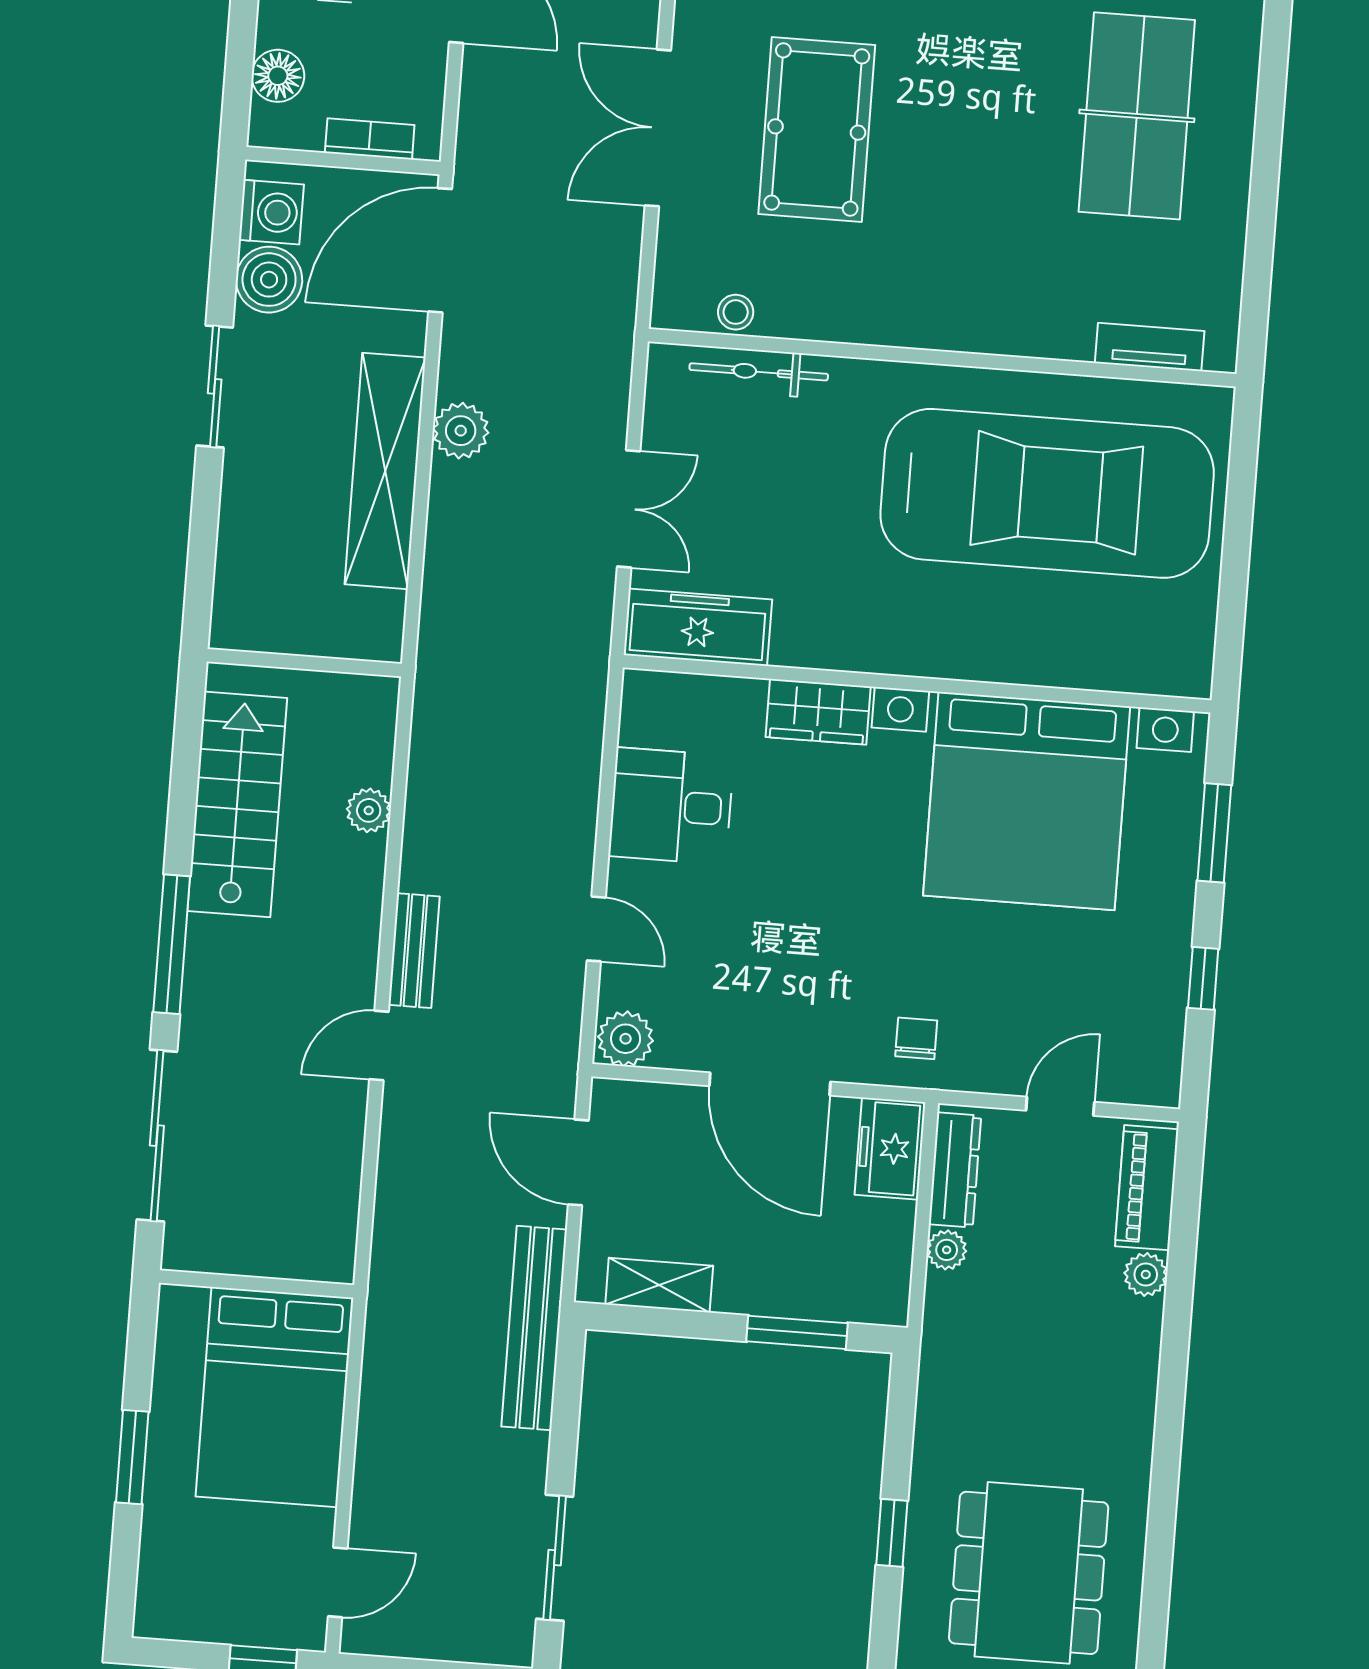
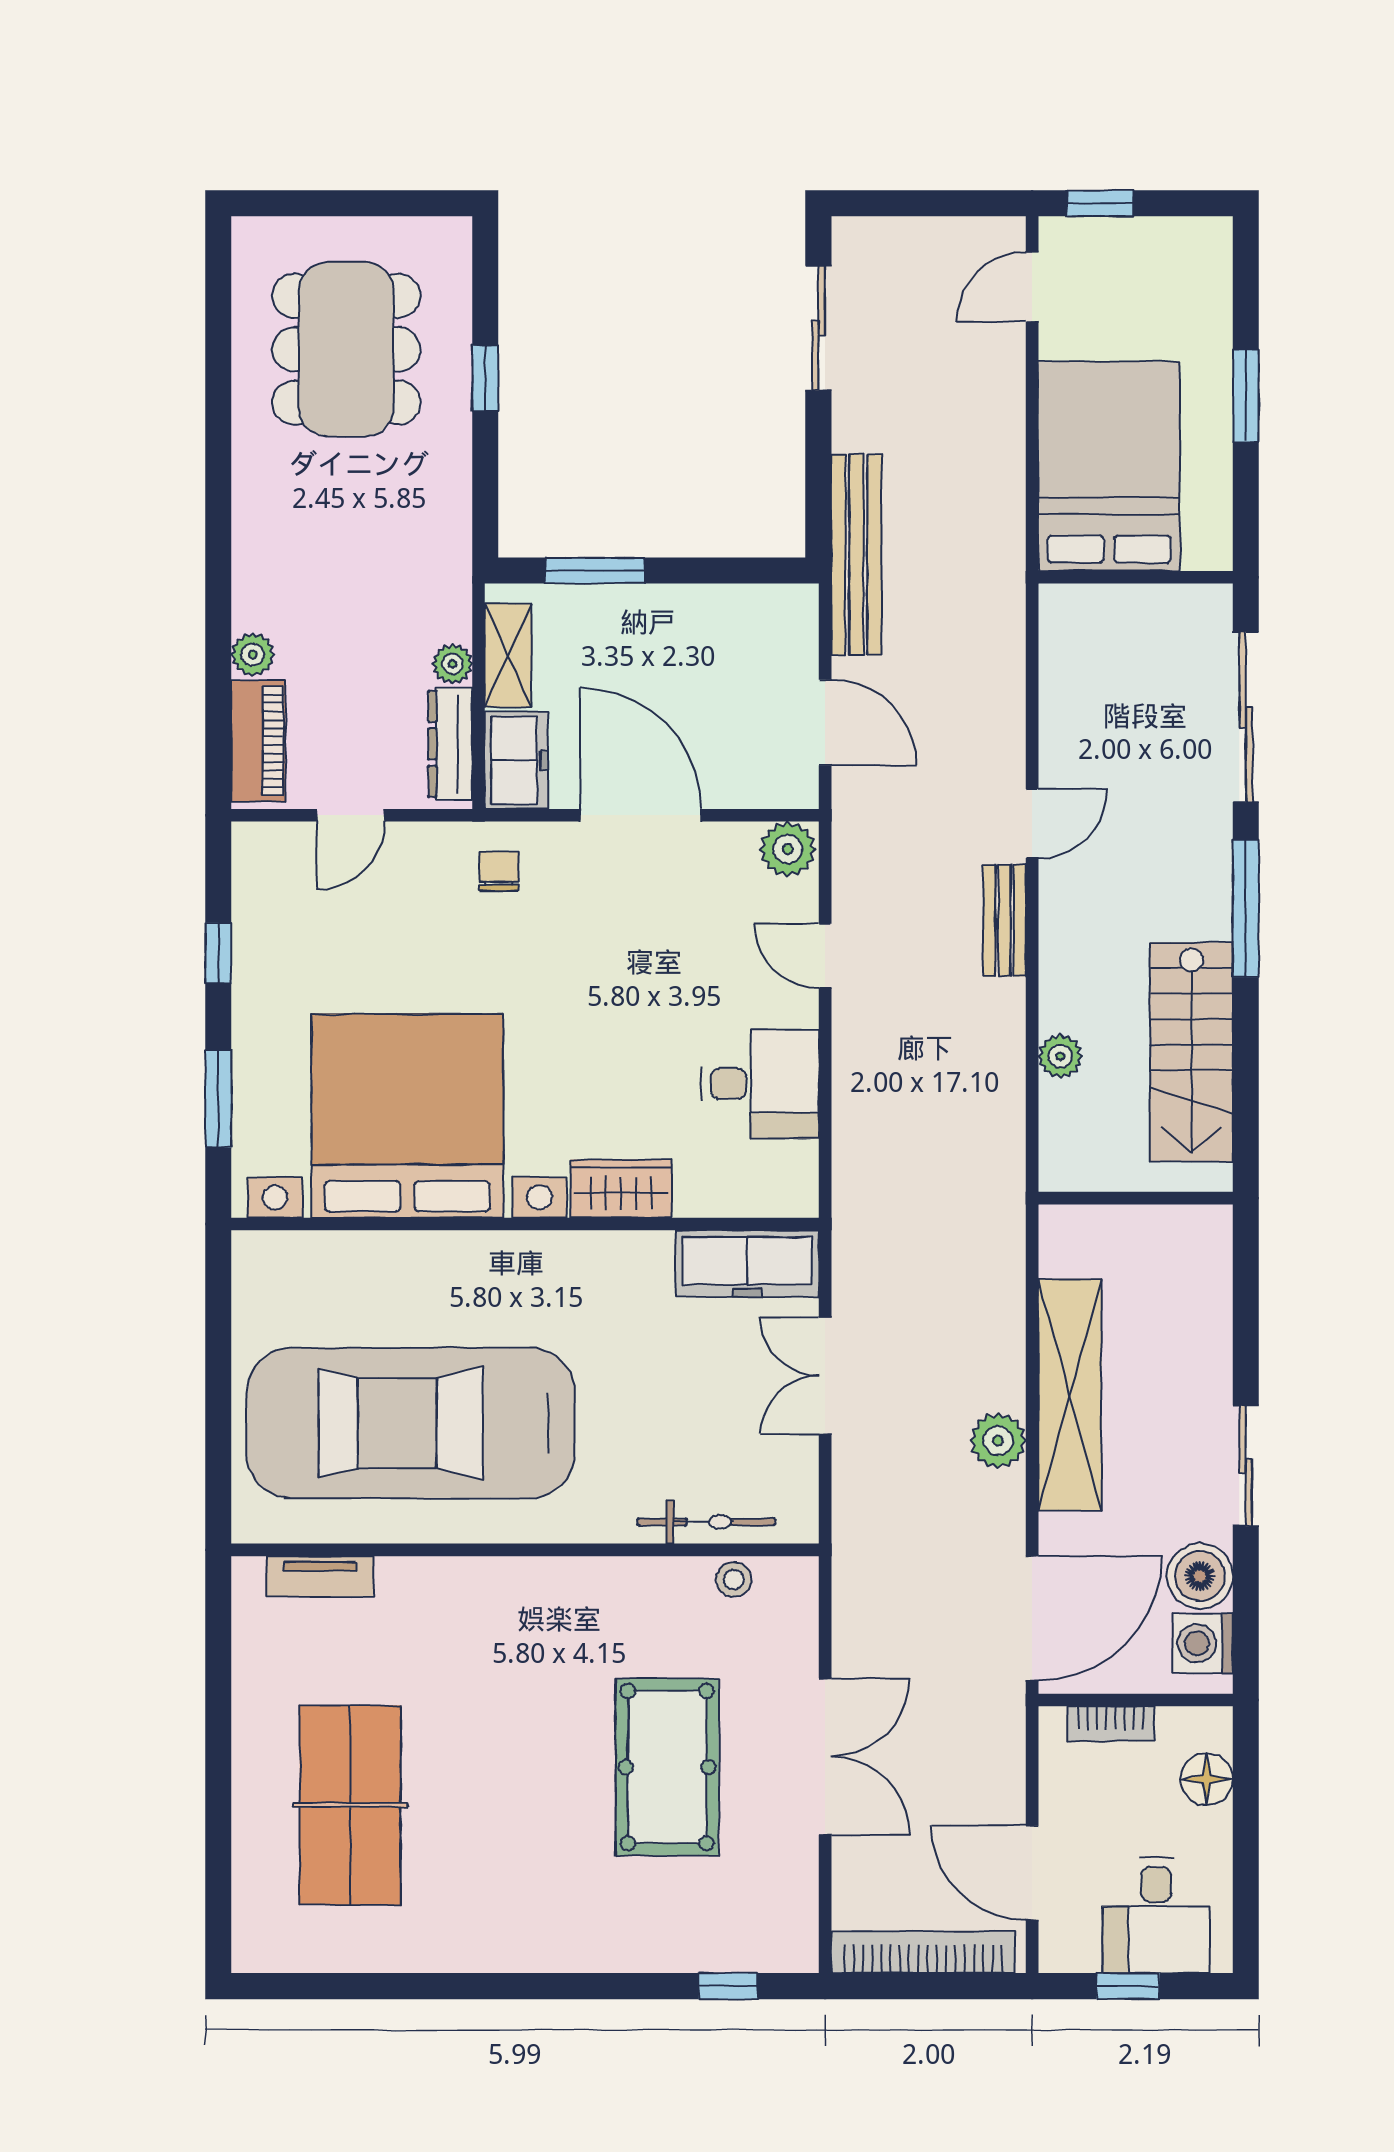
chair: (916, 1038) -> (499, 872), turned 180
shelving: (659, 1285) -> (508, 655), moved, turned 90

